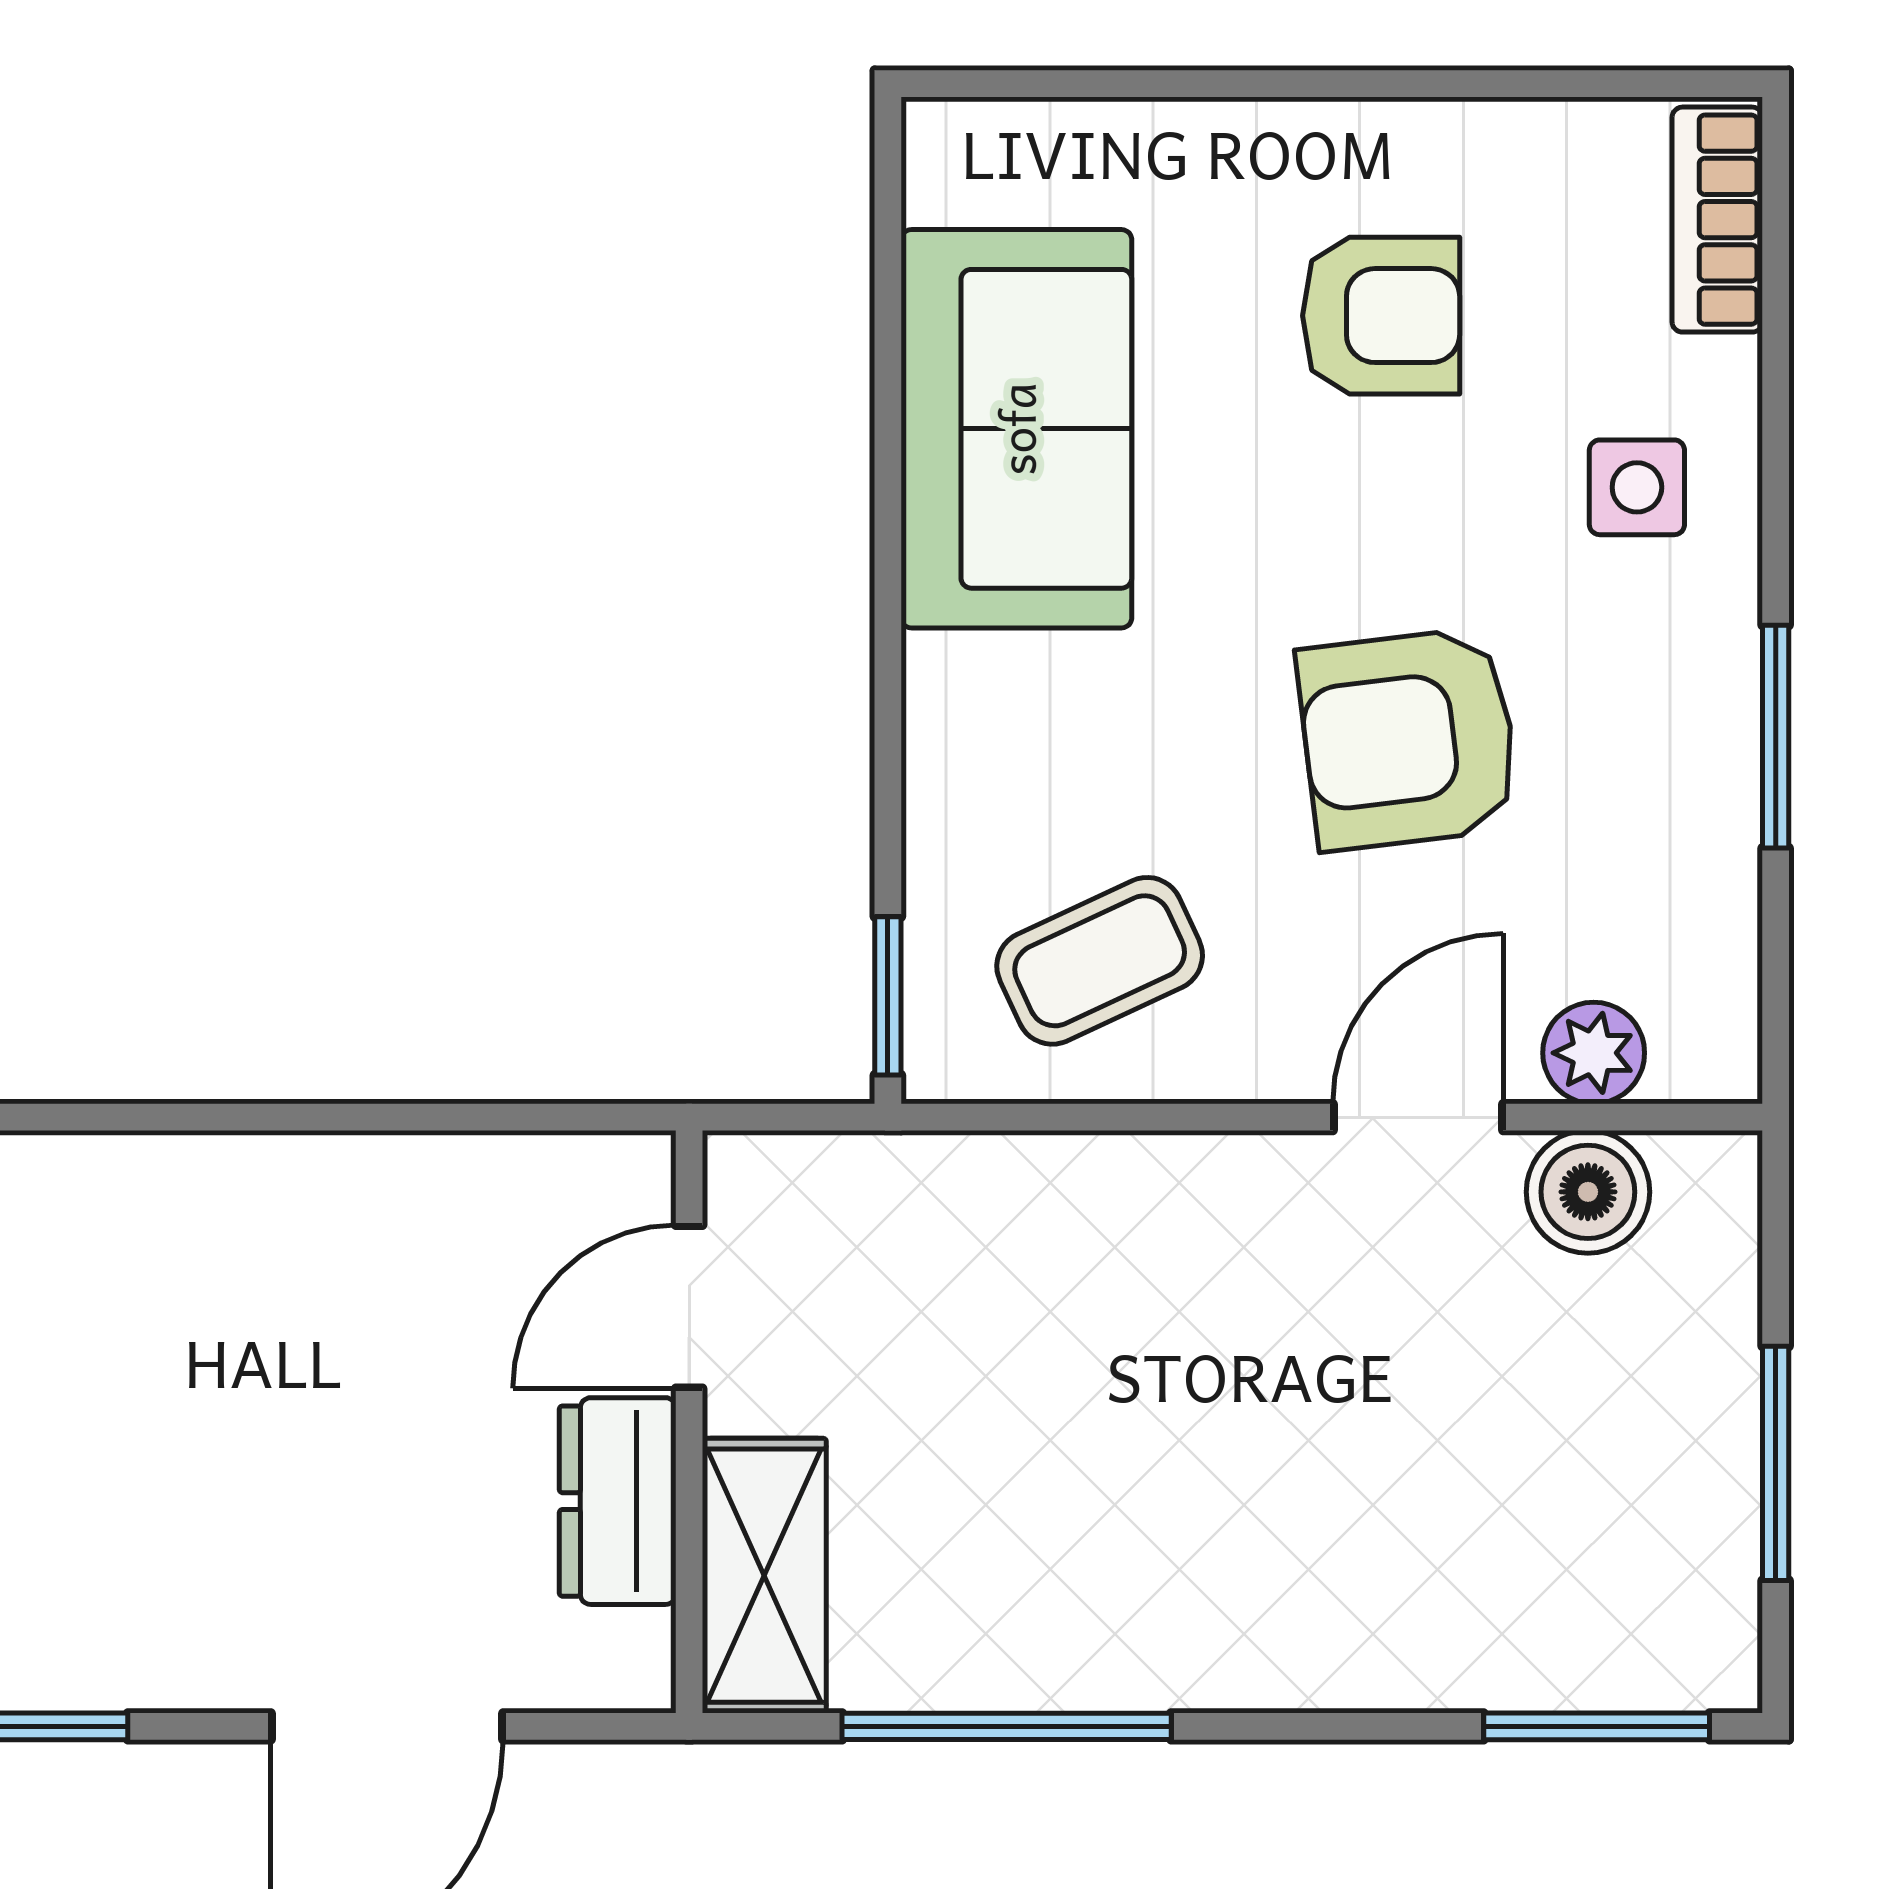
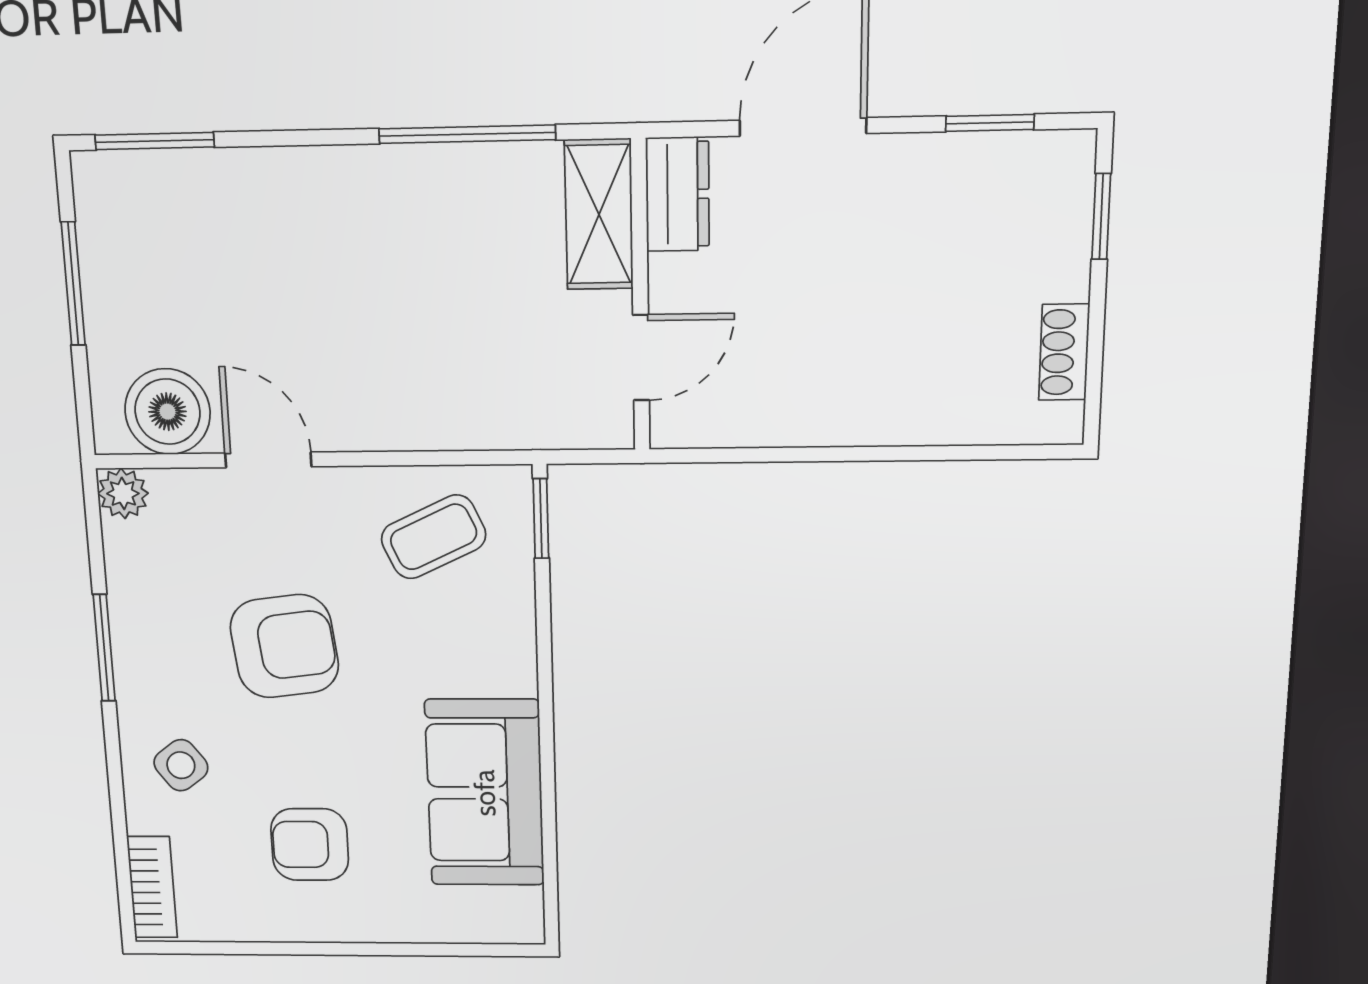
side table: (1637, 487) -> (181, 765), turned -37
plant: (1594, 1053) -> (123, 493), moved
door: (1418, 1117) -> (268, 460), swing flipped
boiler: (1588, 1192) -> (167, 412), width x1.36, depth x1.36
dresser: (618, 1501) -> (678, 194), moved

